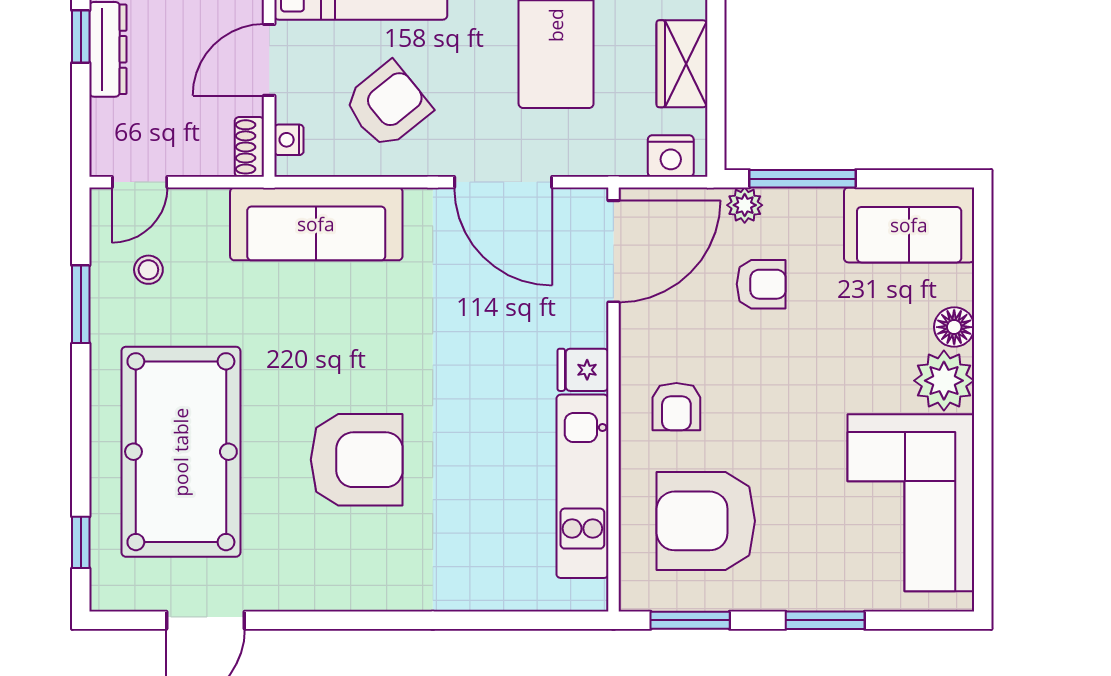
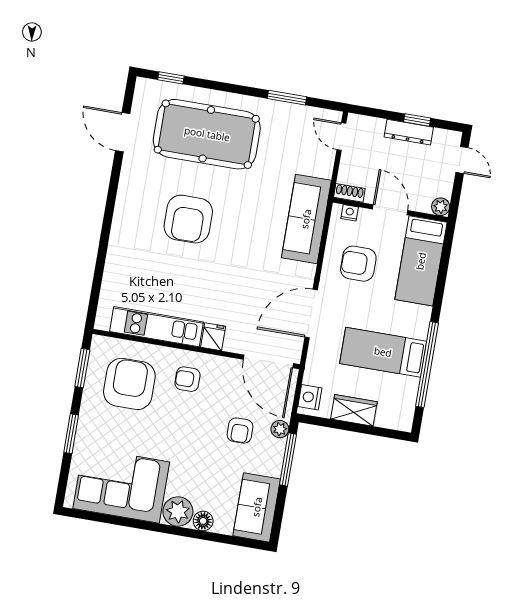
armchair: (387, 105) -> (358, 264), turned 129
stool: (148, 270) -> (298, 134), removed

